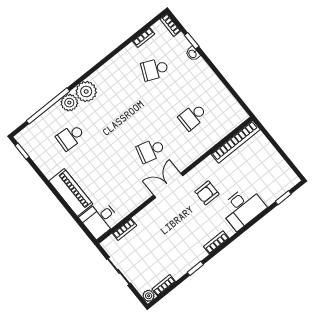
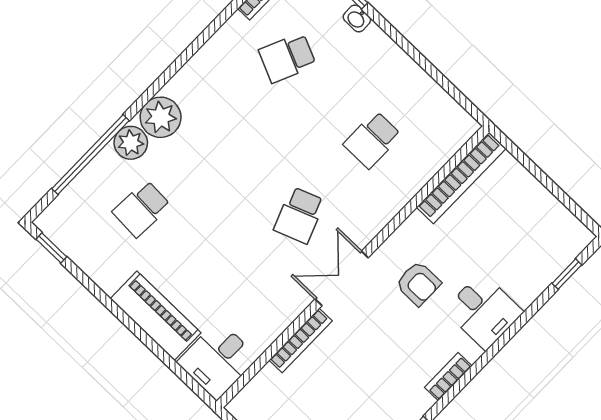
school desk: (151, 150) -> (299, 215), turned -36
armchair: (207, 193) -> (418, 283), turned -90
desk: (243, 208) -> (484, 311), width x0.73
bookcase: (125, 229) -> (301, 340), moved, width x1.56

